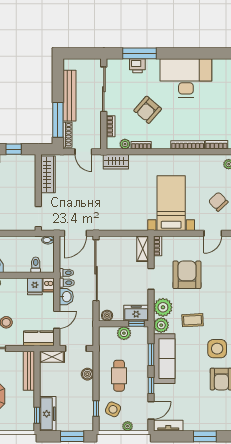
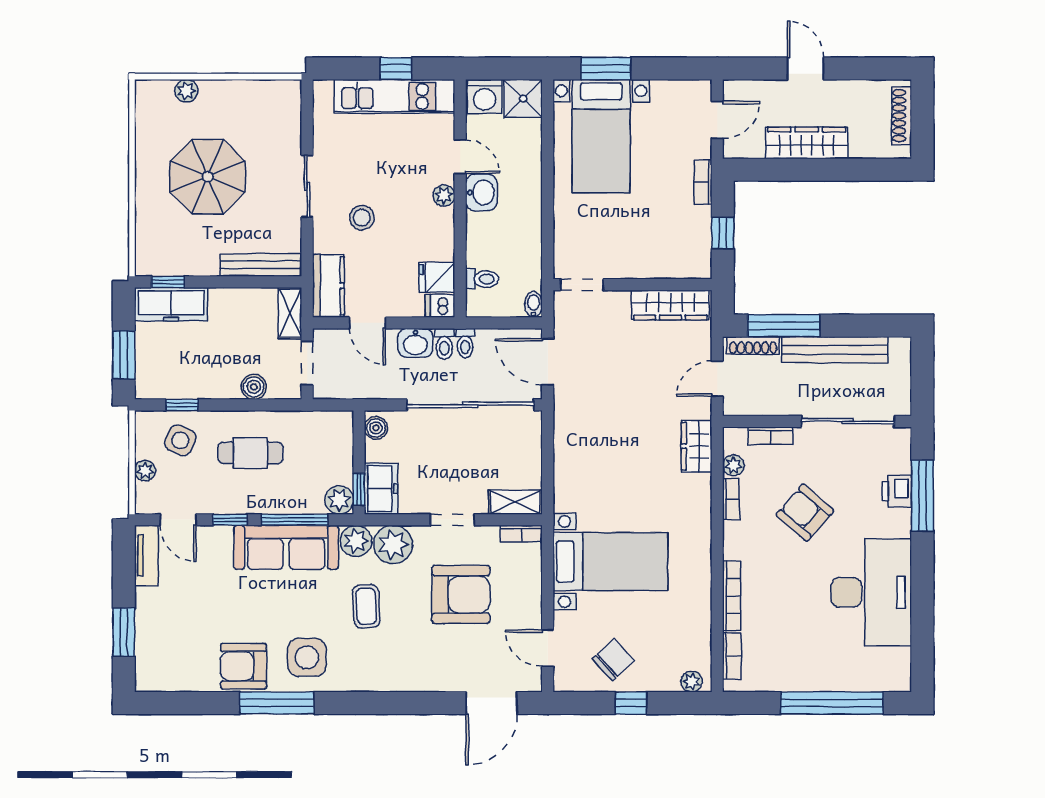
plant: (124, 333) -> (339, 500), moved
window: (151, 355) -> (295, 520), width x1.44

